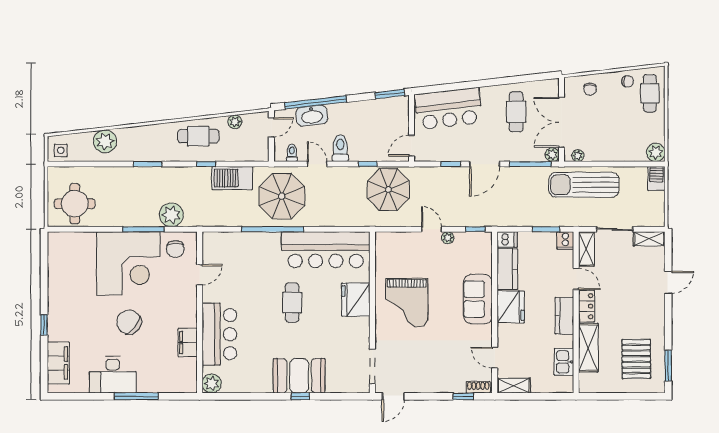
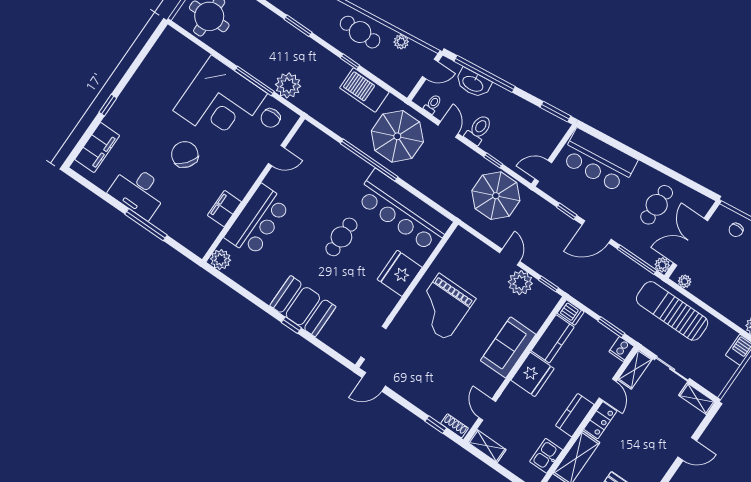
plant: (448, 238) -> (520, 283), width x1.88, depth x1.88

